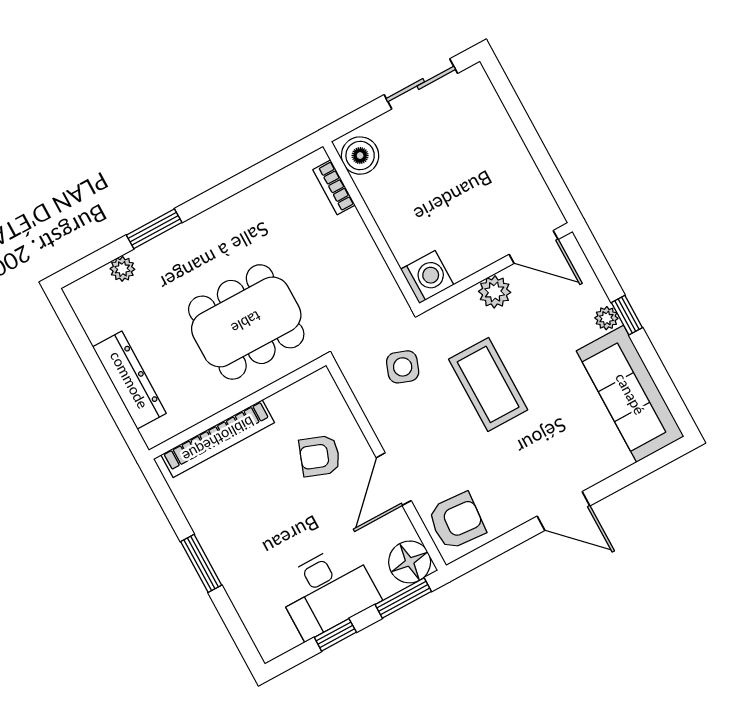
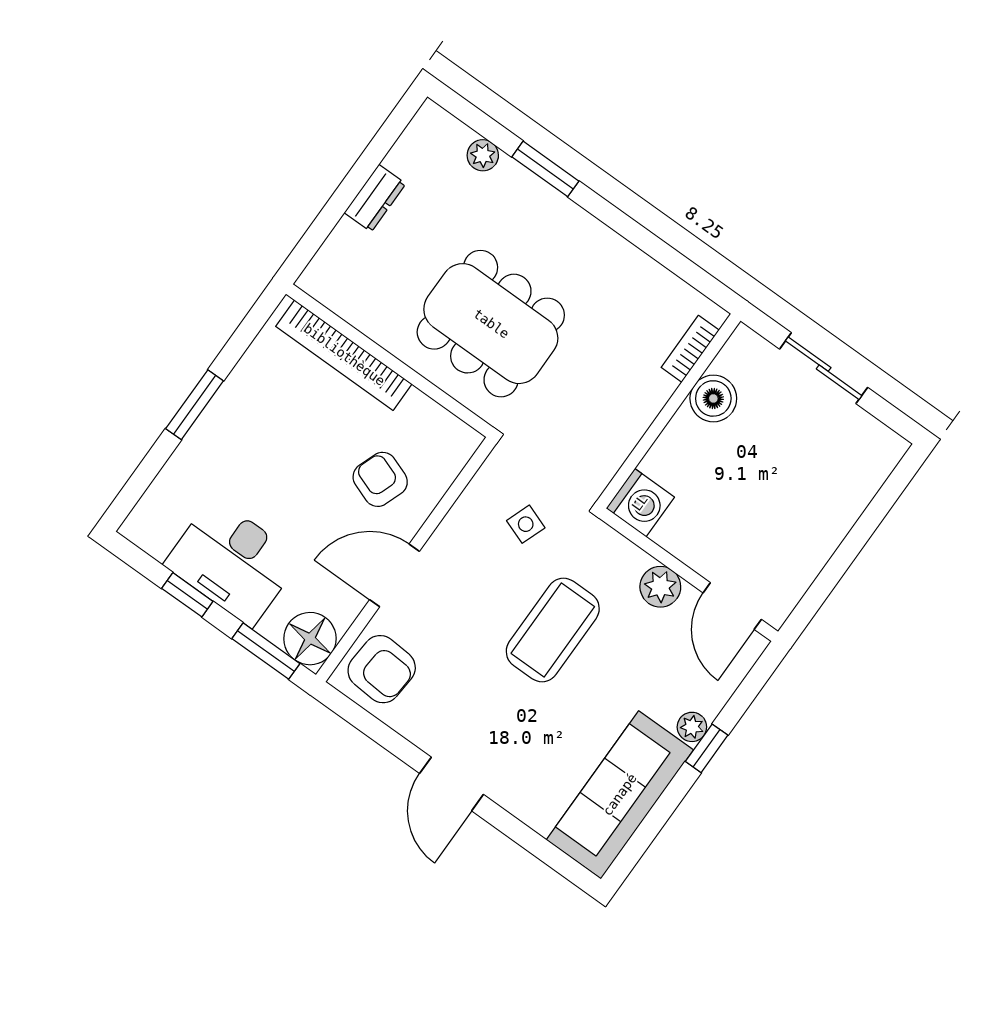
sliding door: (421, 84) -> (824, 368), moved
boiler: (360, 156) -> (713, 398), moved
side table: (403, 367) -> (526, 524), width x0.73, depth x0.73
dresser: (129, 380) -> (375, 198), width x0.51, depth x0.80

